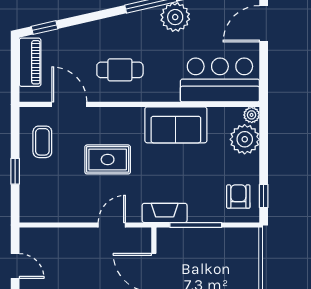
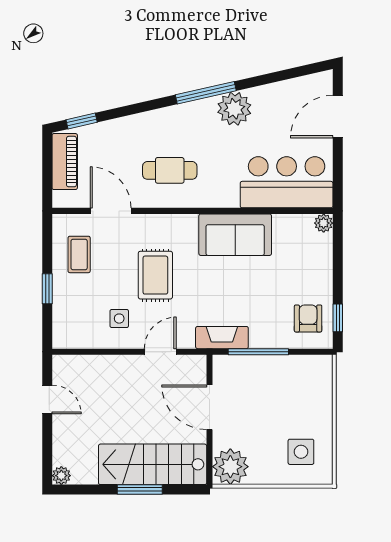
plant: (245, 139) -> (316, 251), removed
rug: (108, 159) -> (155, 275), turned 90
side table: (77, 197) -> (119, 319), added

